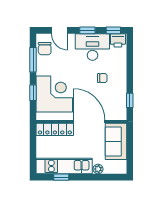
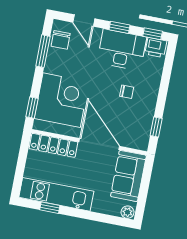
window: (33, 93) -> (32, 108), moved
plant: (98, 169) -> (128, 212), moved

